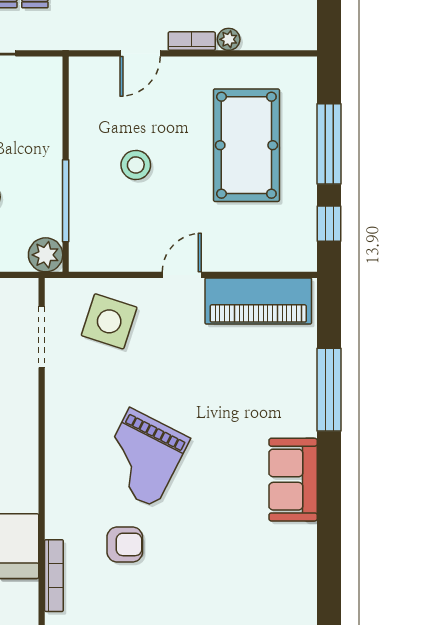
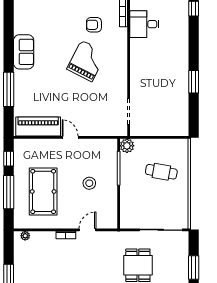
plant: (229, 39) -> (25, 236), moved
door: (182, 275) -> (70, 137), swing flipped
side table: (109, 321) -> (100, 118), removed

